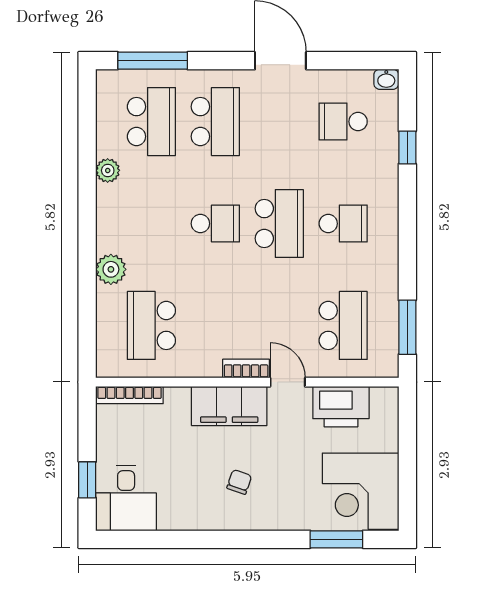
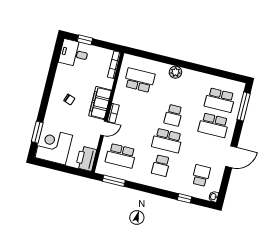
plant: (108, 170) -> (205, 78), removed
plant: (111, 269) -> (175, 72), moved
printer: (341, 407) -> (86, 159), moved

